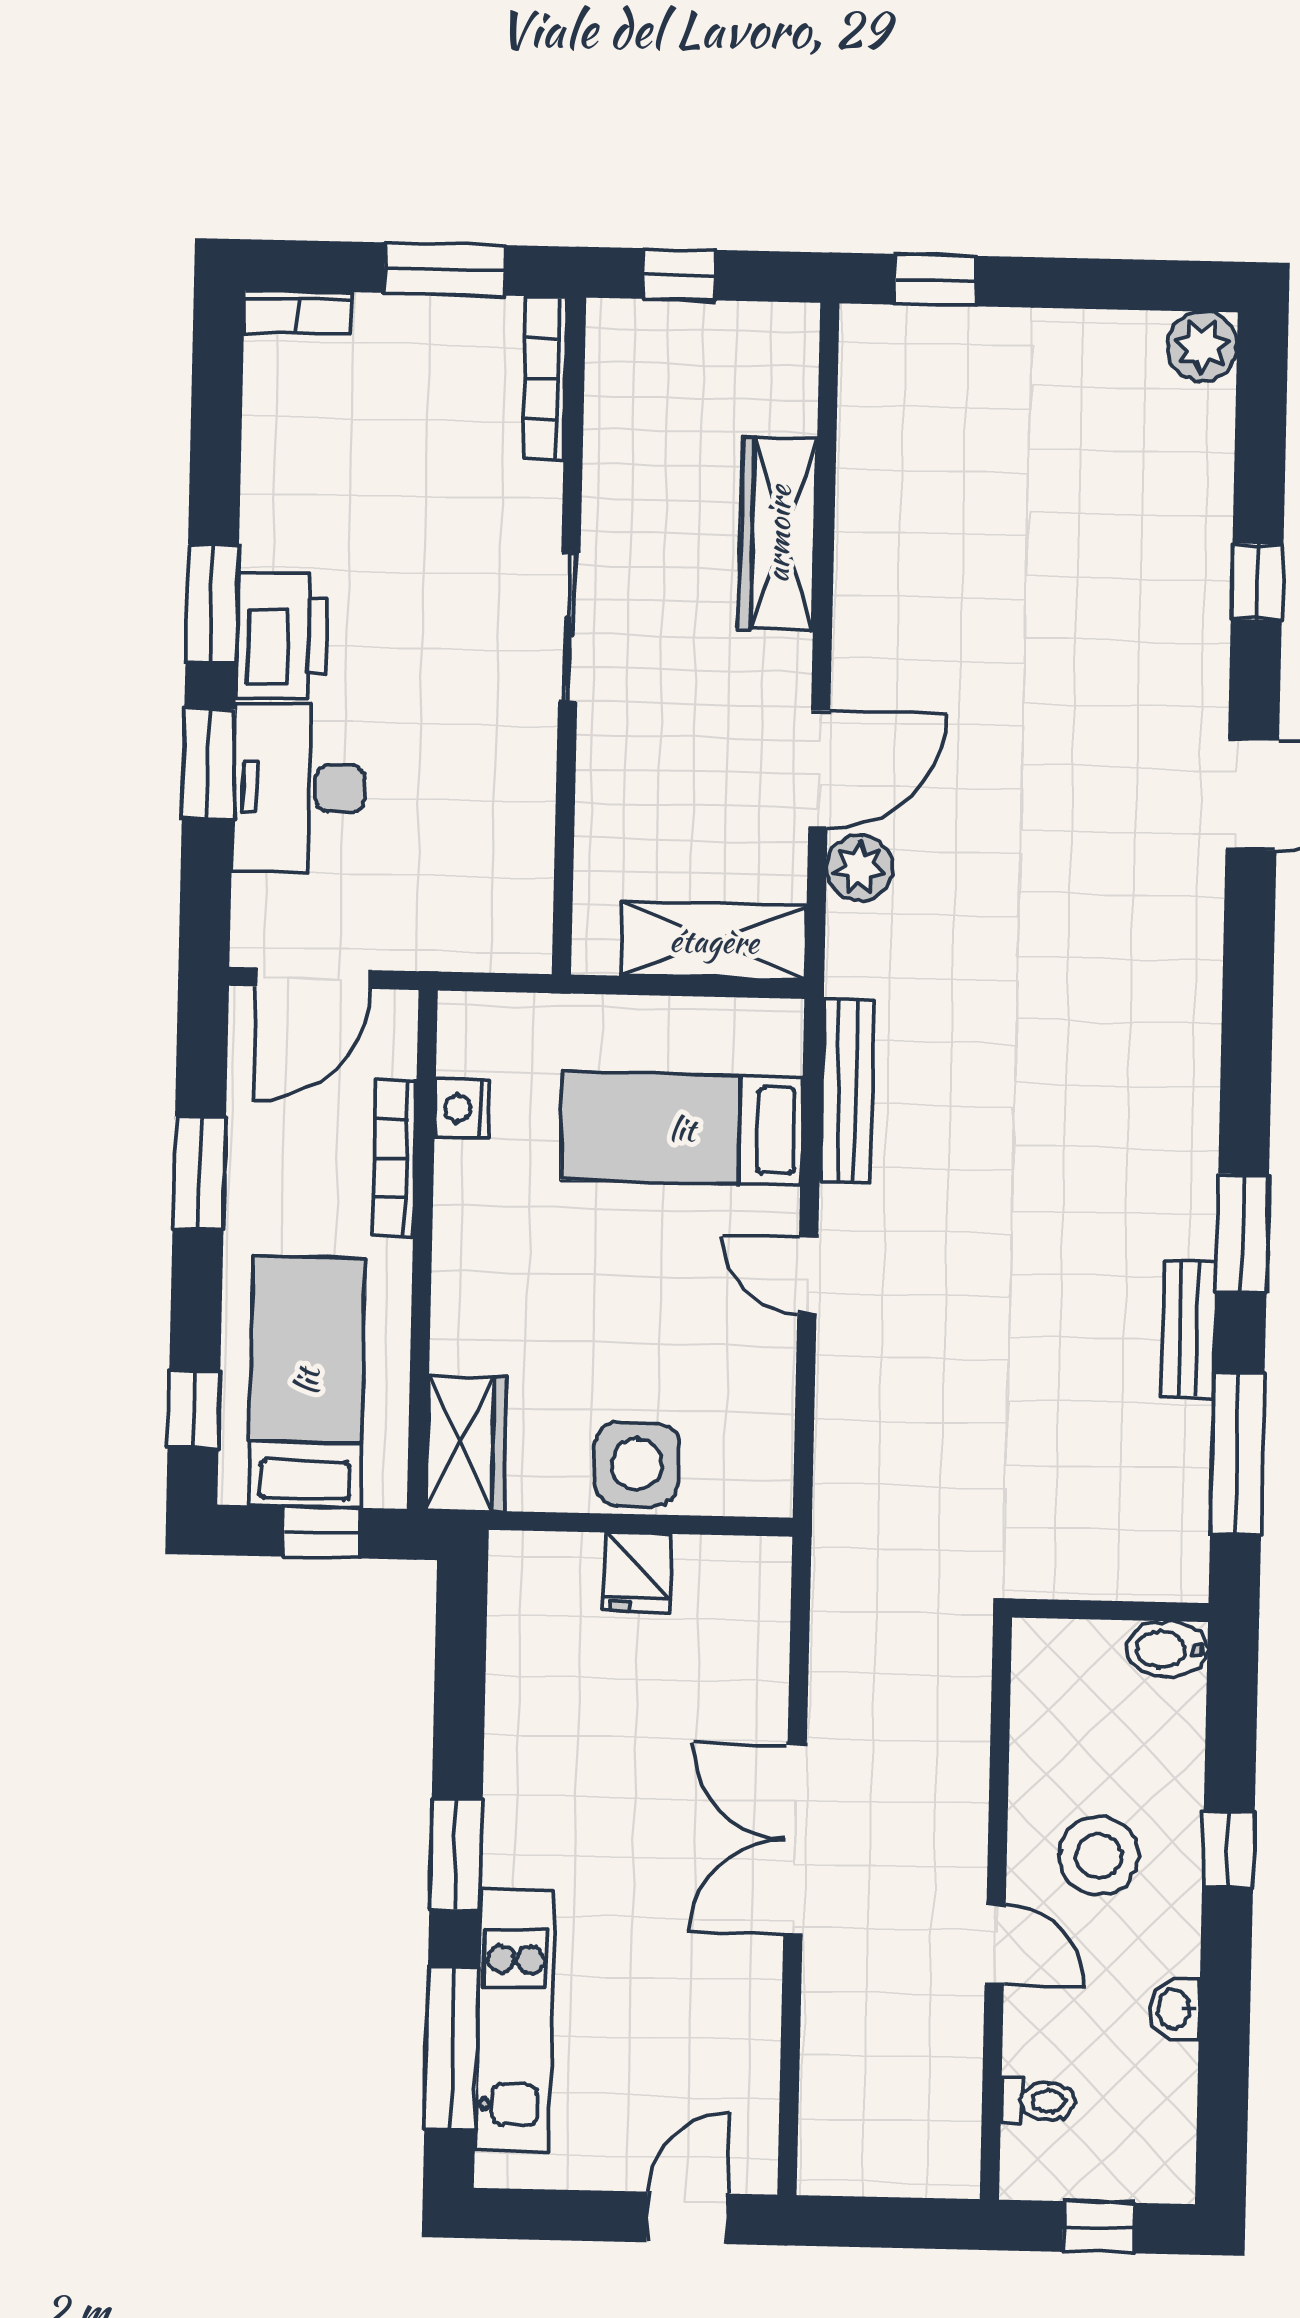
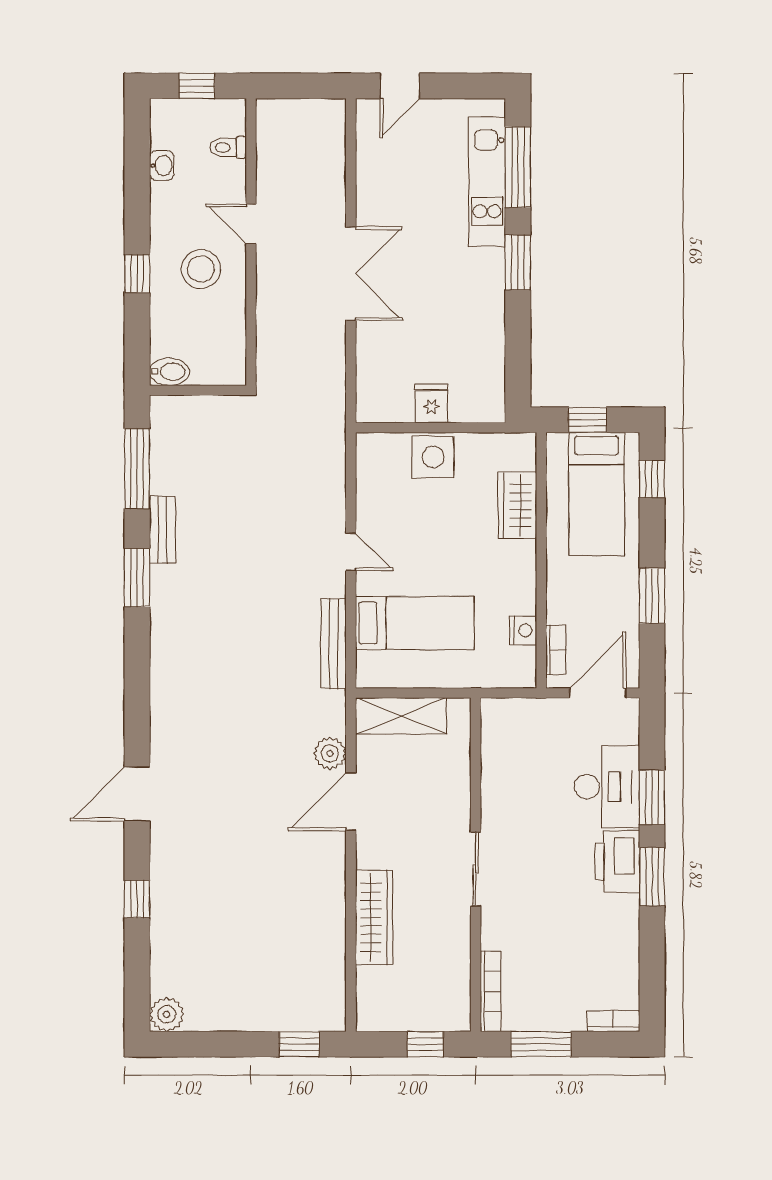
bookcase: (395, 1158) -> (556, 650), moved, width x0.64
wardrobe: (466, 1443) -> (517, 505), moved
washbasin: (1175, 2009) -> (162, 166), moved

